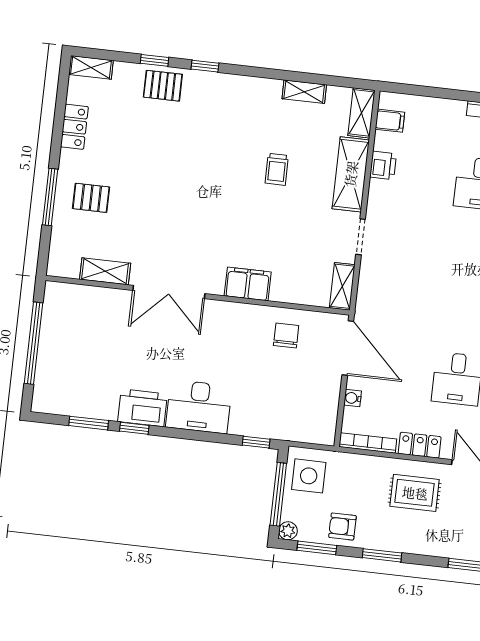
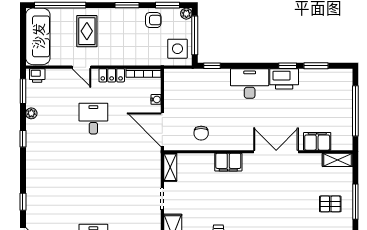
shelving: (105, 271) -> (338, 160), moved
filing cabinet: (101, 301) -> (317, 141), added
rug: (415, 493) -> (87, 31), moved, turned 90

